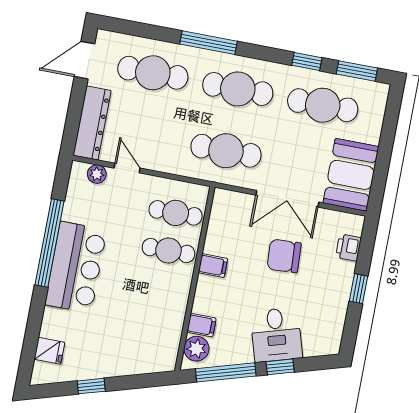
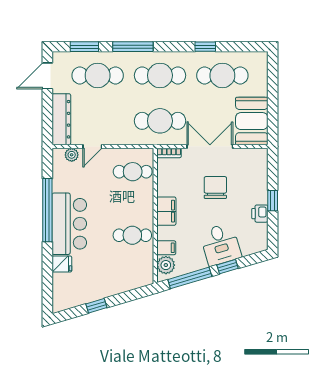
window: (357, 71) -> (84, 47), moved
door: (127, 168) -> (92, 147), swing flipped
bookcase: (230, 197) -> (169, 153), added
double door: (287, 199) -> (210, 147), swing flipped
printer: (348, 248) -> (260, 214), moved
cafe table: (168, 250) -> (132, 235), moved
chair: (284, 256) -> (215, 188), turned 93
filing cabinet: (213, 266) -> (166, 211), width x2.00
fridge: (49, 351) -> (62, 264), moved

